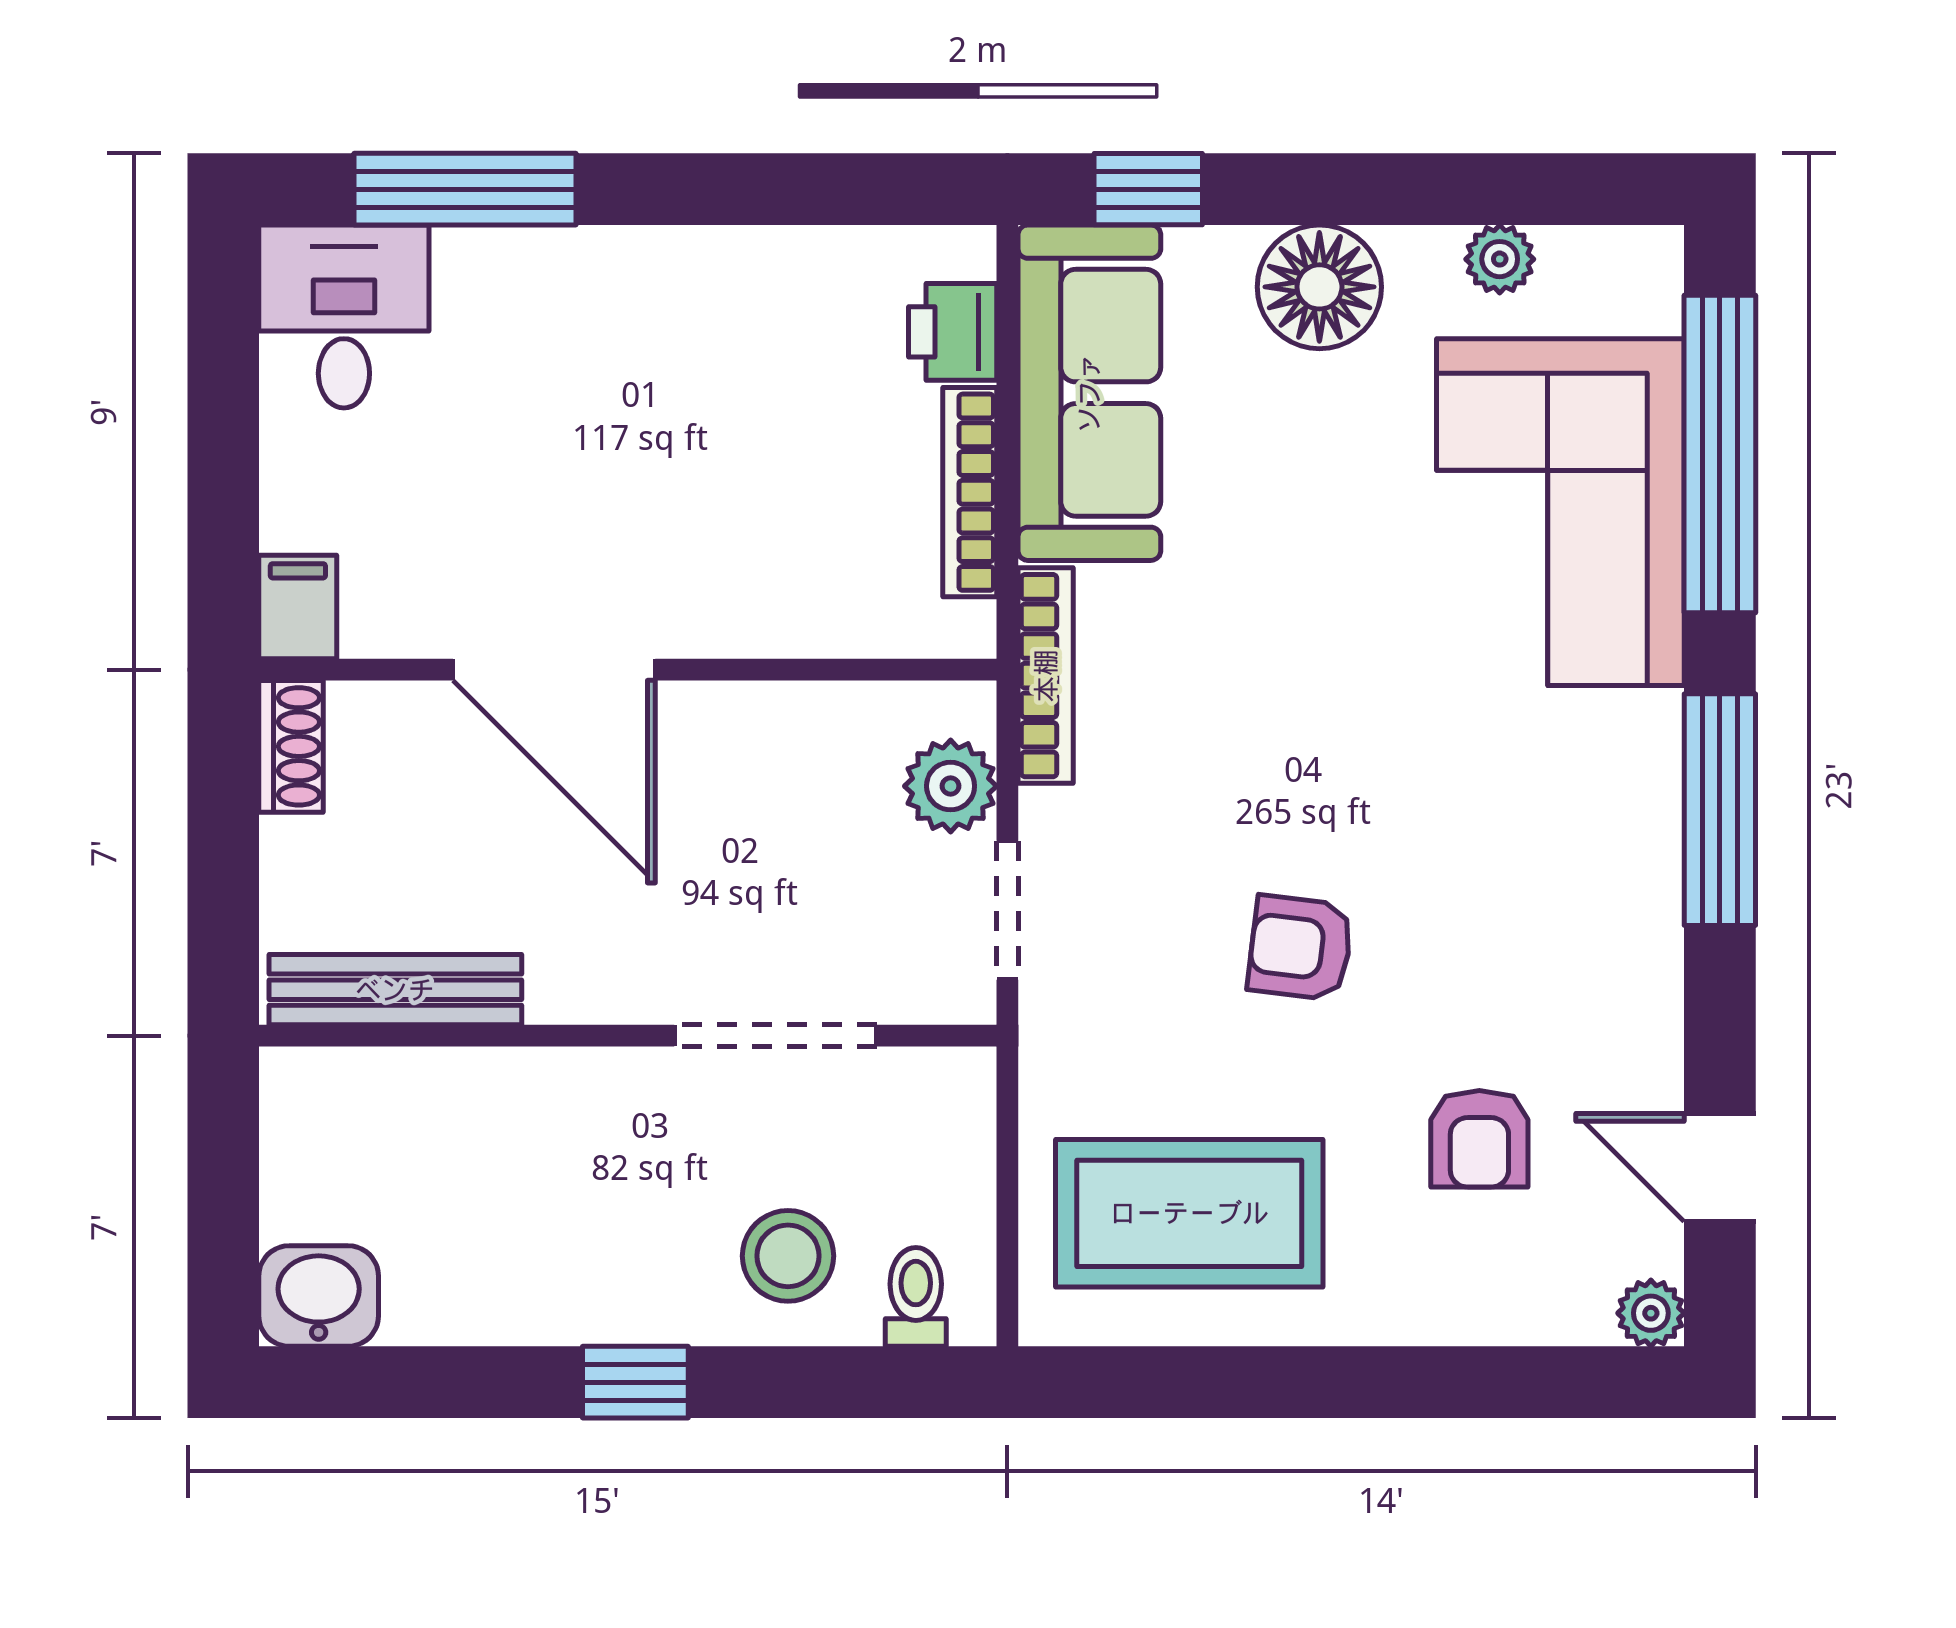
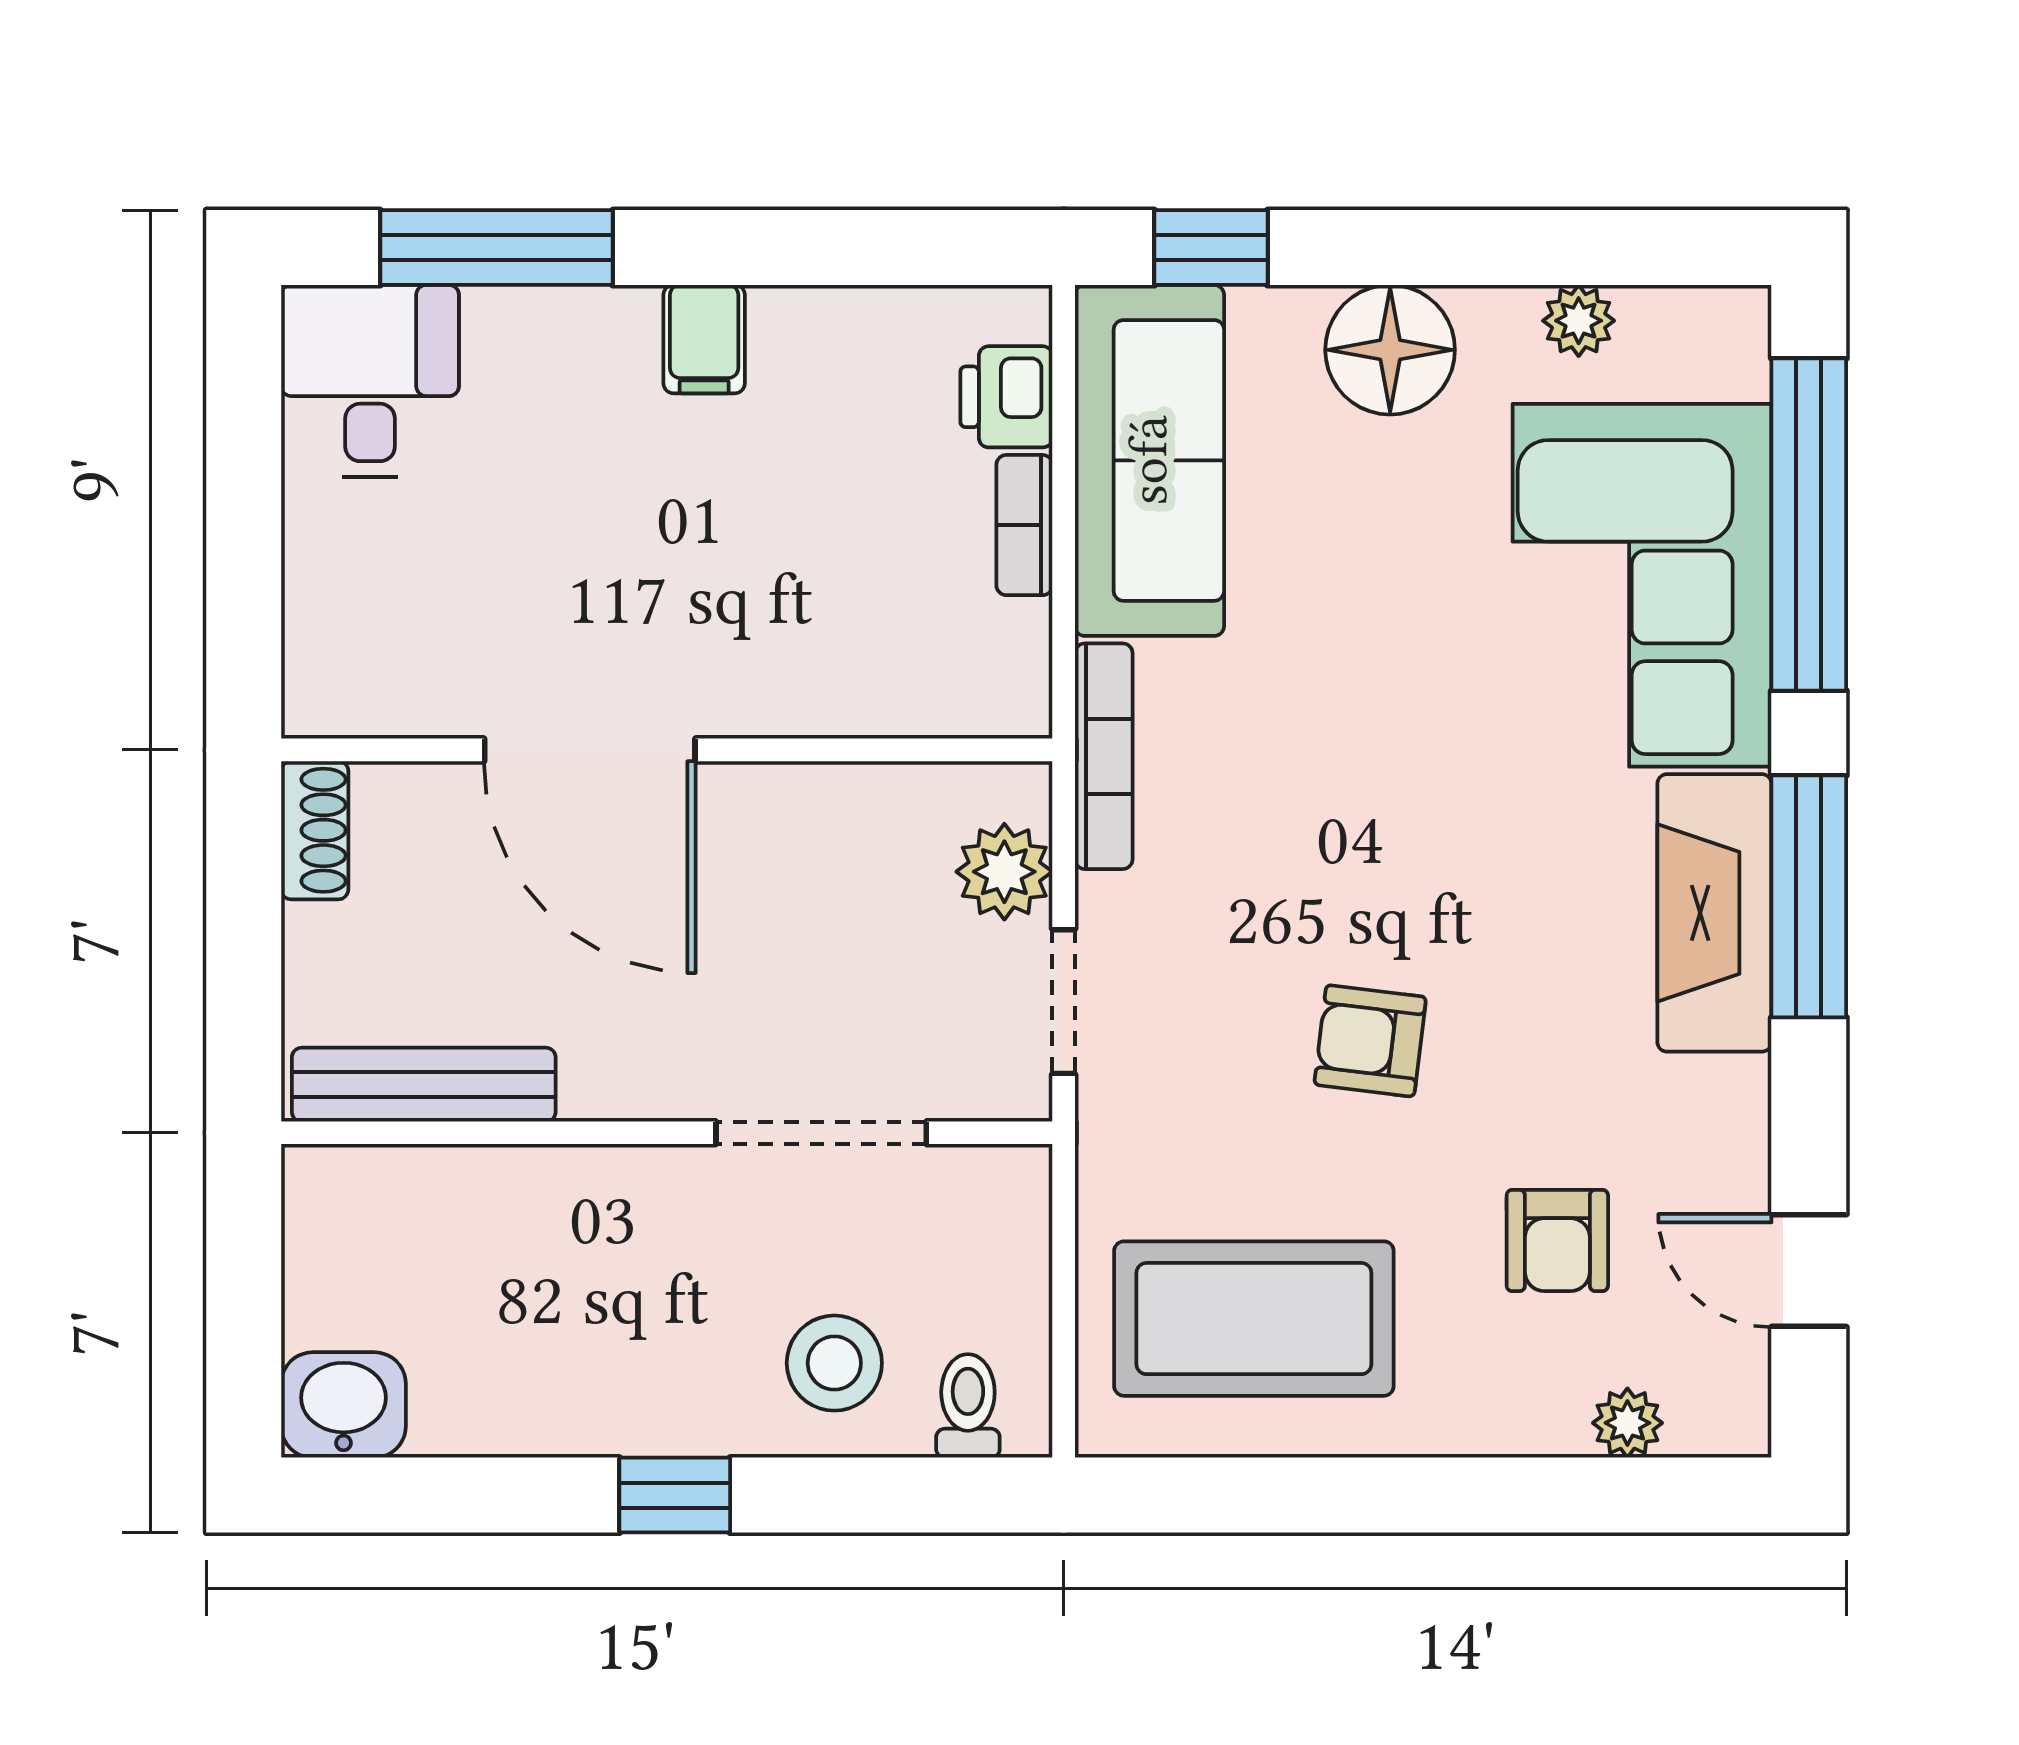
bookcase: (970, 492) -> (1024, 525), width x0.64
filing cabinet: (298, 607) -> (704, 339), moved, turned 180
fireplace: (1630, 825) -> (1714, 913), added
plant: (1651, 1313) -> (1627, 1423), moved

